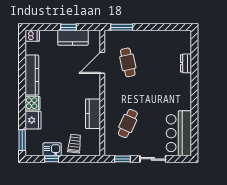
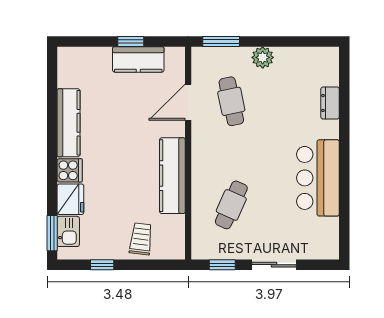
dishwasher: (32, 36) -> (69, 56), removed
plant: (146, 37) -> (263, 57), added
kitchen counter: (93, 114) -> (172, 176), width x1.50
bar counter: (179, 133) -> (318, 178), moved
kitchen sink: (52, 149) -> (68, 231), moved, turned 90

